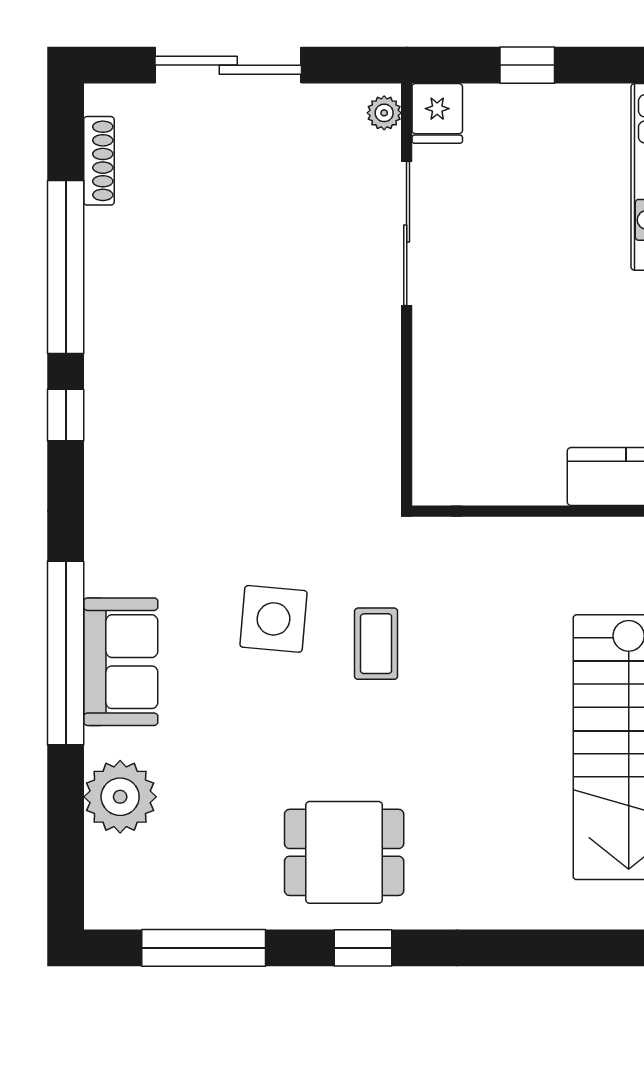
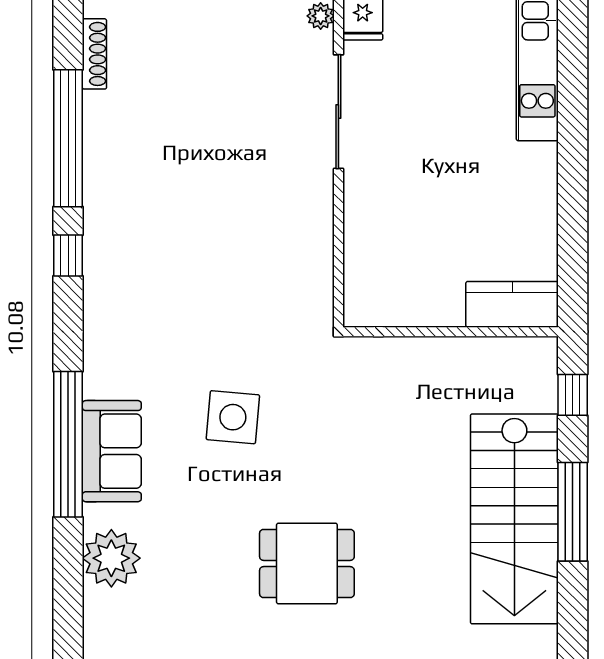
coffee table: (376, 644) -> (314, 437), removed
dining table: (344, 852) -> (307, 563), moved

